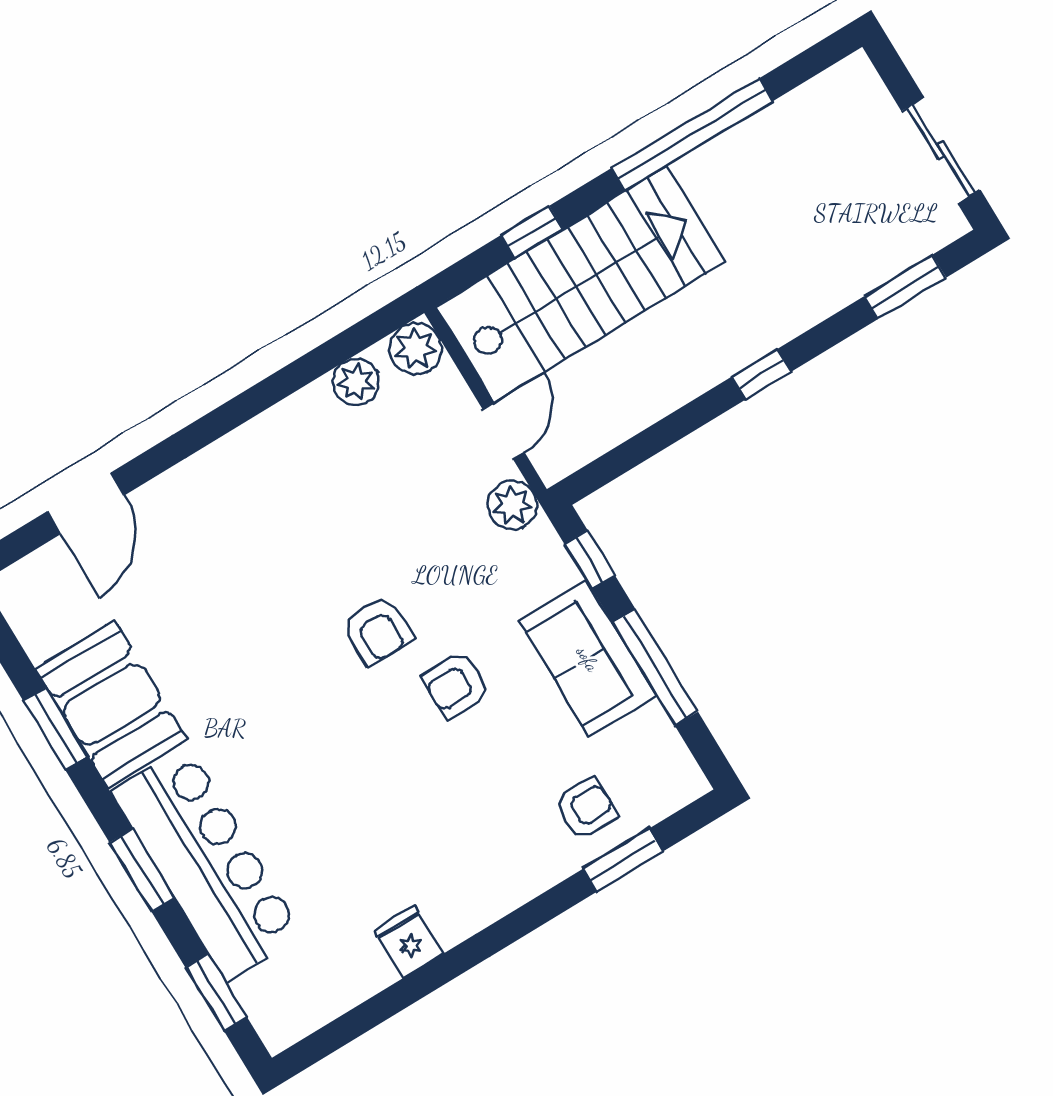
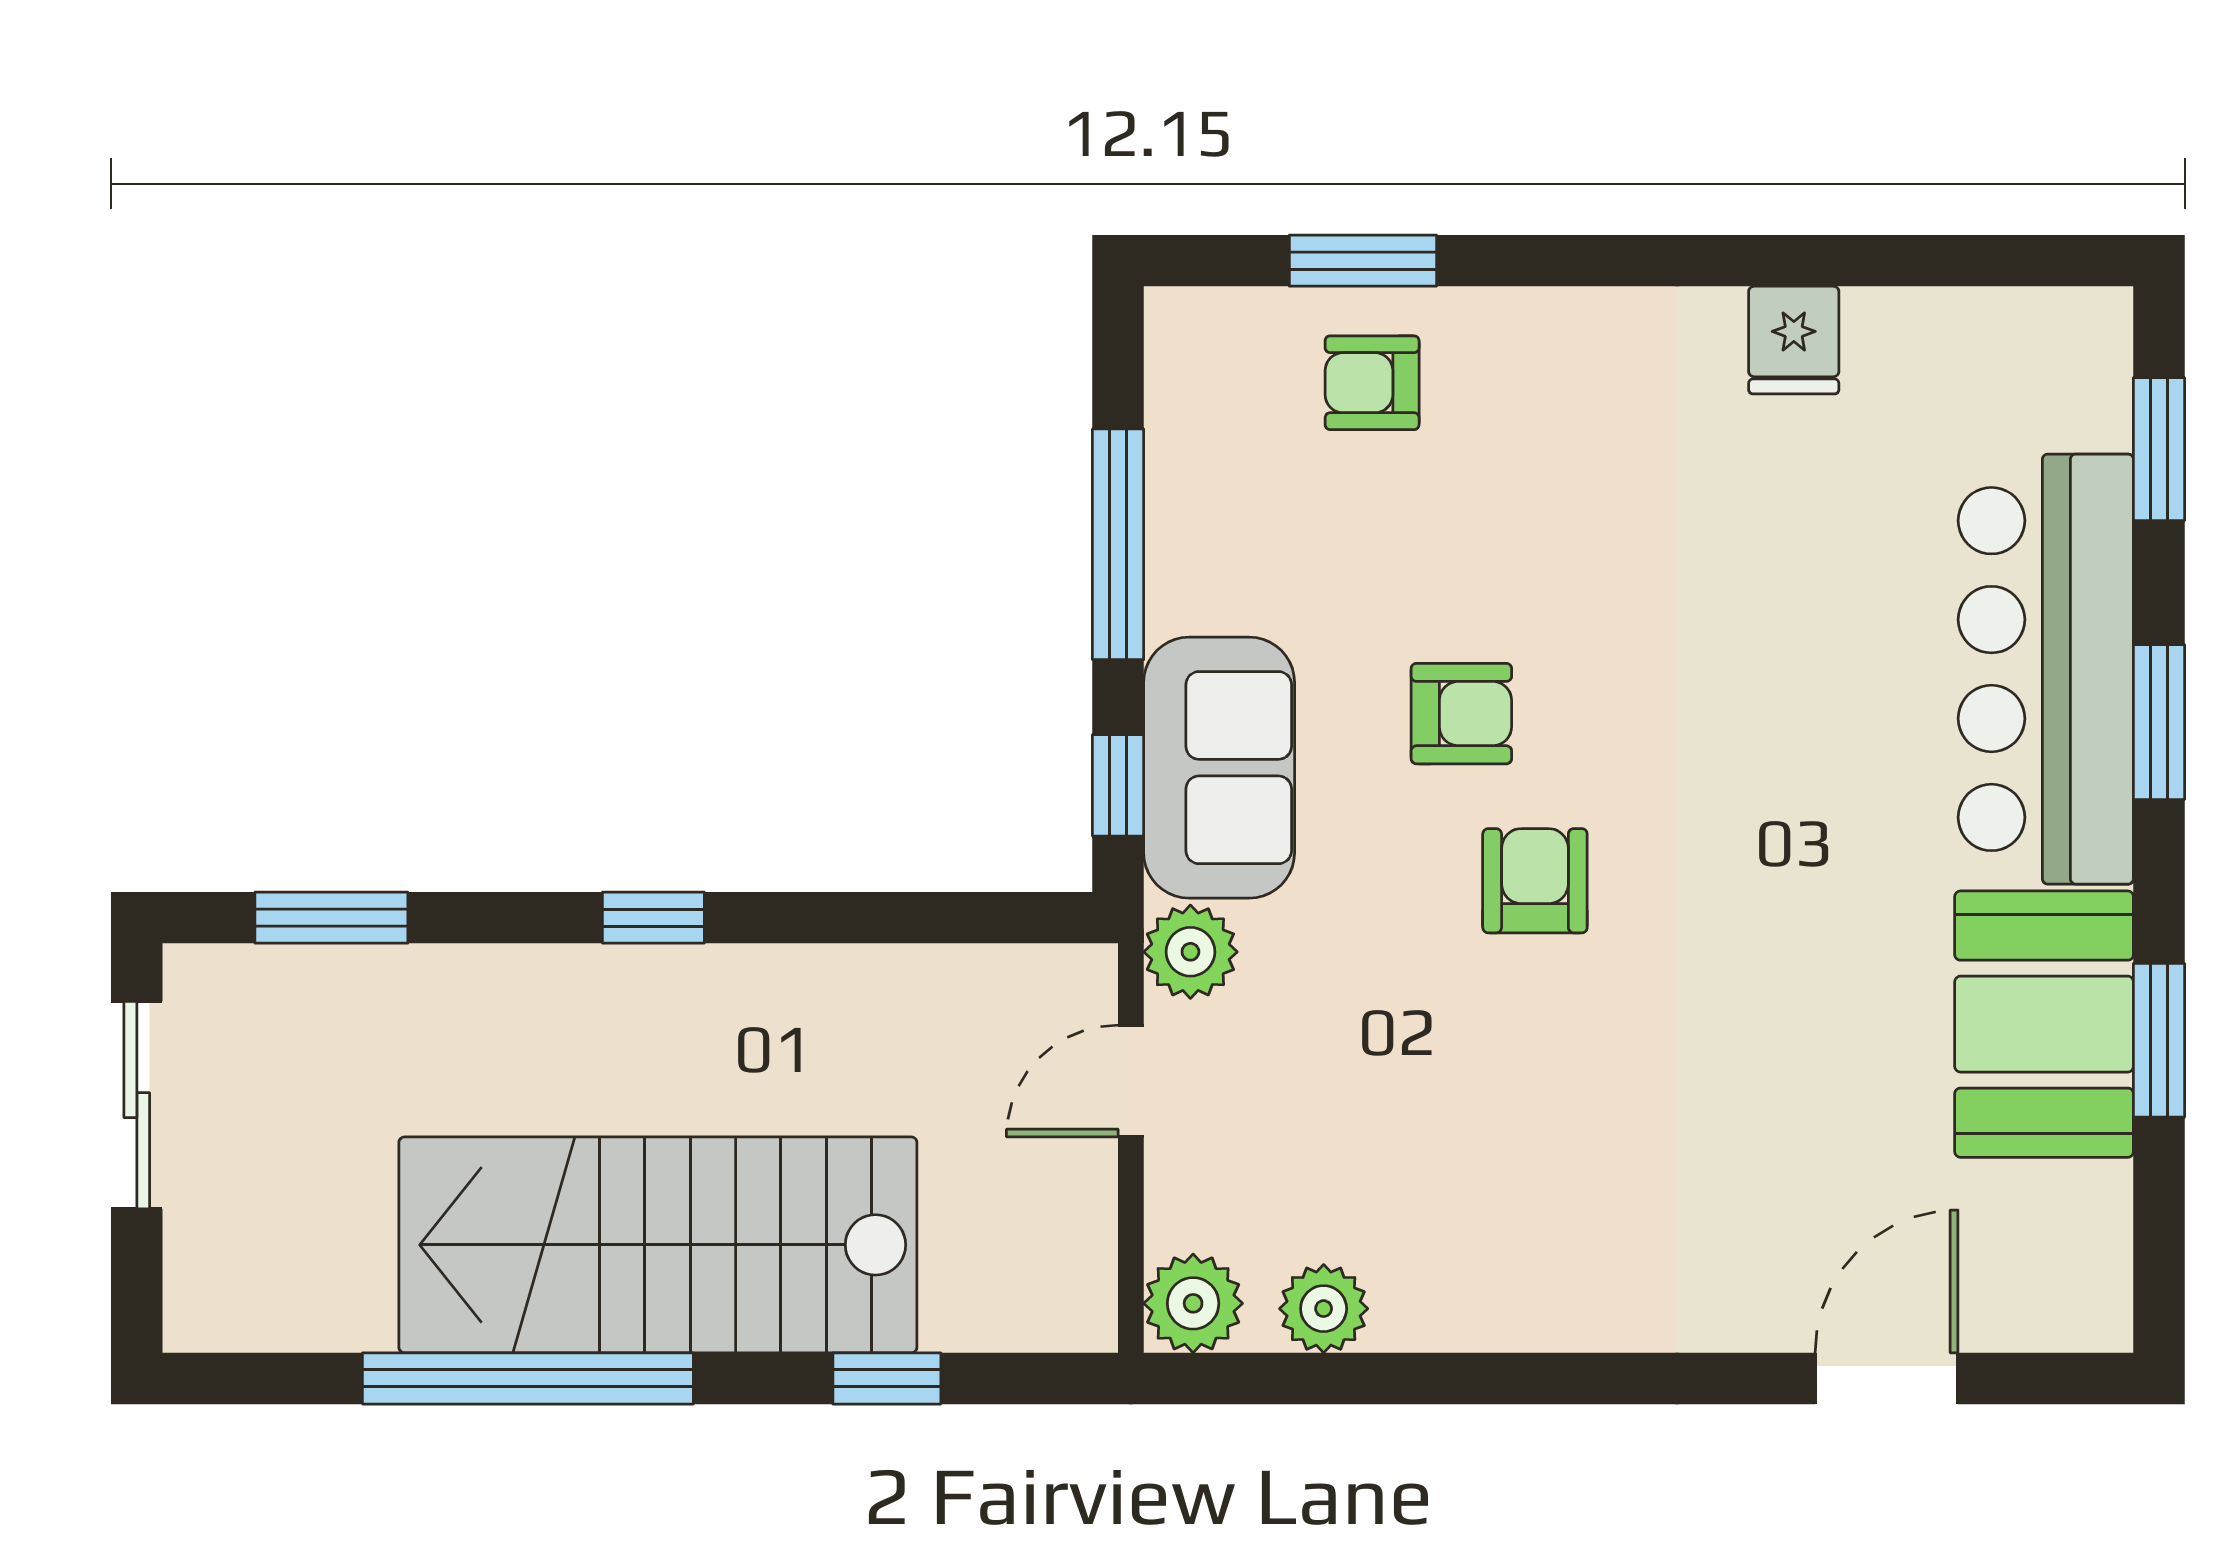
stairs: (581, 284) -> (658, 1245), moved
sofa: (588, 659) -> (1219, 768), moved

